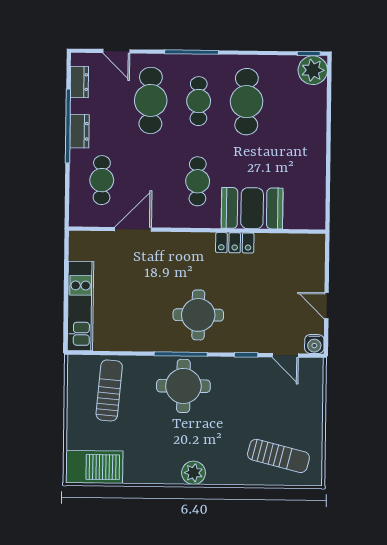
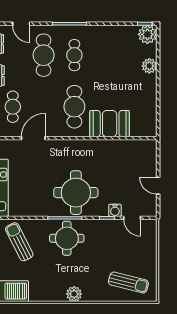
cafe table: (247, 102) -> (105, 55), removed
plant: (315, 119) -> (149, 66), added
cafe table: (198, 181) -> (74, 107), width x1.37, depth x1.35
locker: (235, 243) -> (99, 146), removed
round table: (198, 315) -> (76, 193), width x1.36, depth x1.36
water cooler: (314, 344) -> (115, 210), moved
sun lounger: (109, 390) -> (19, 242), turned -32

